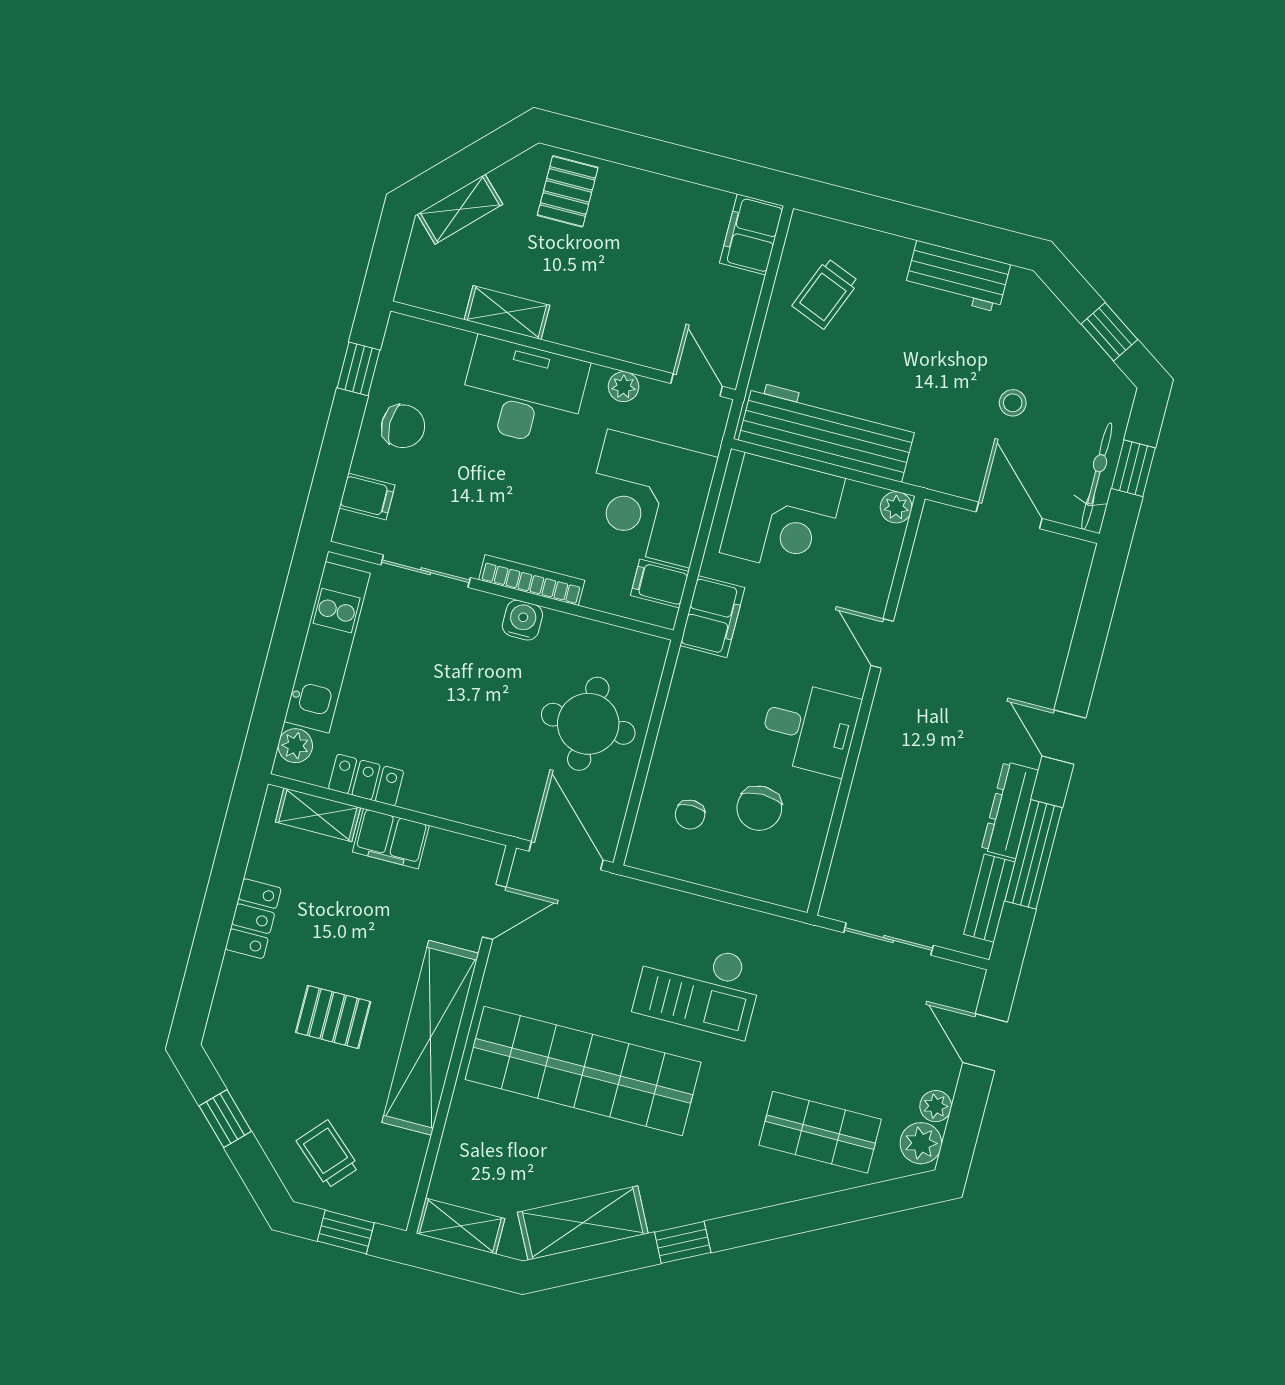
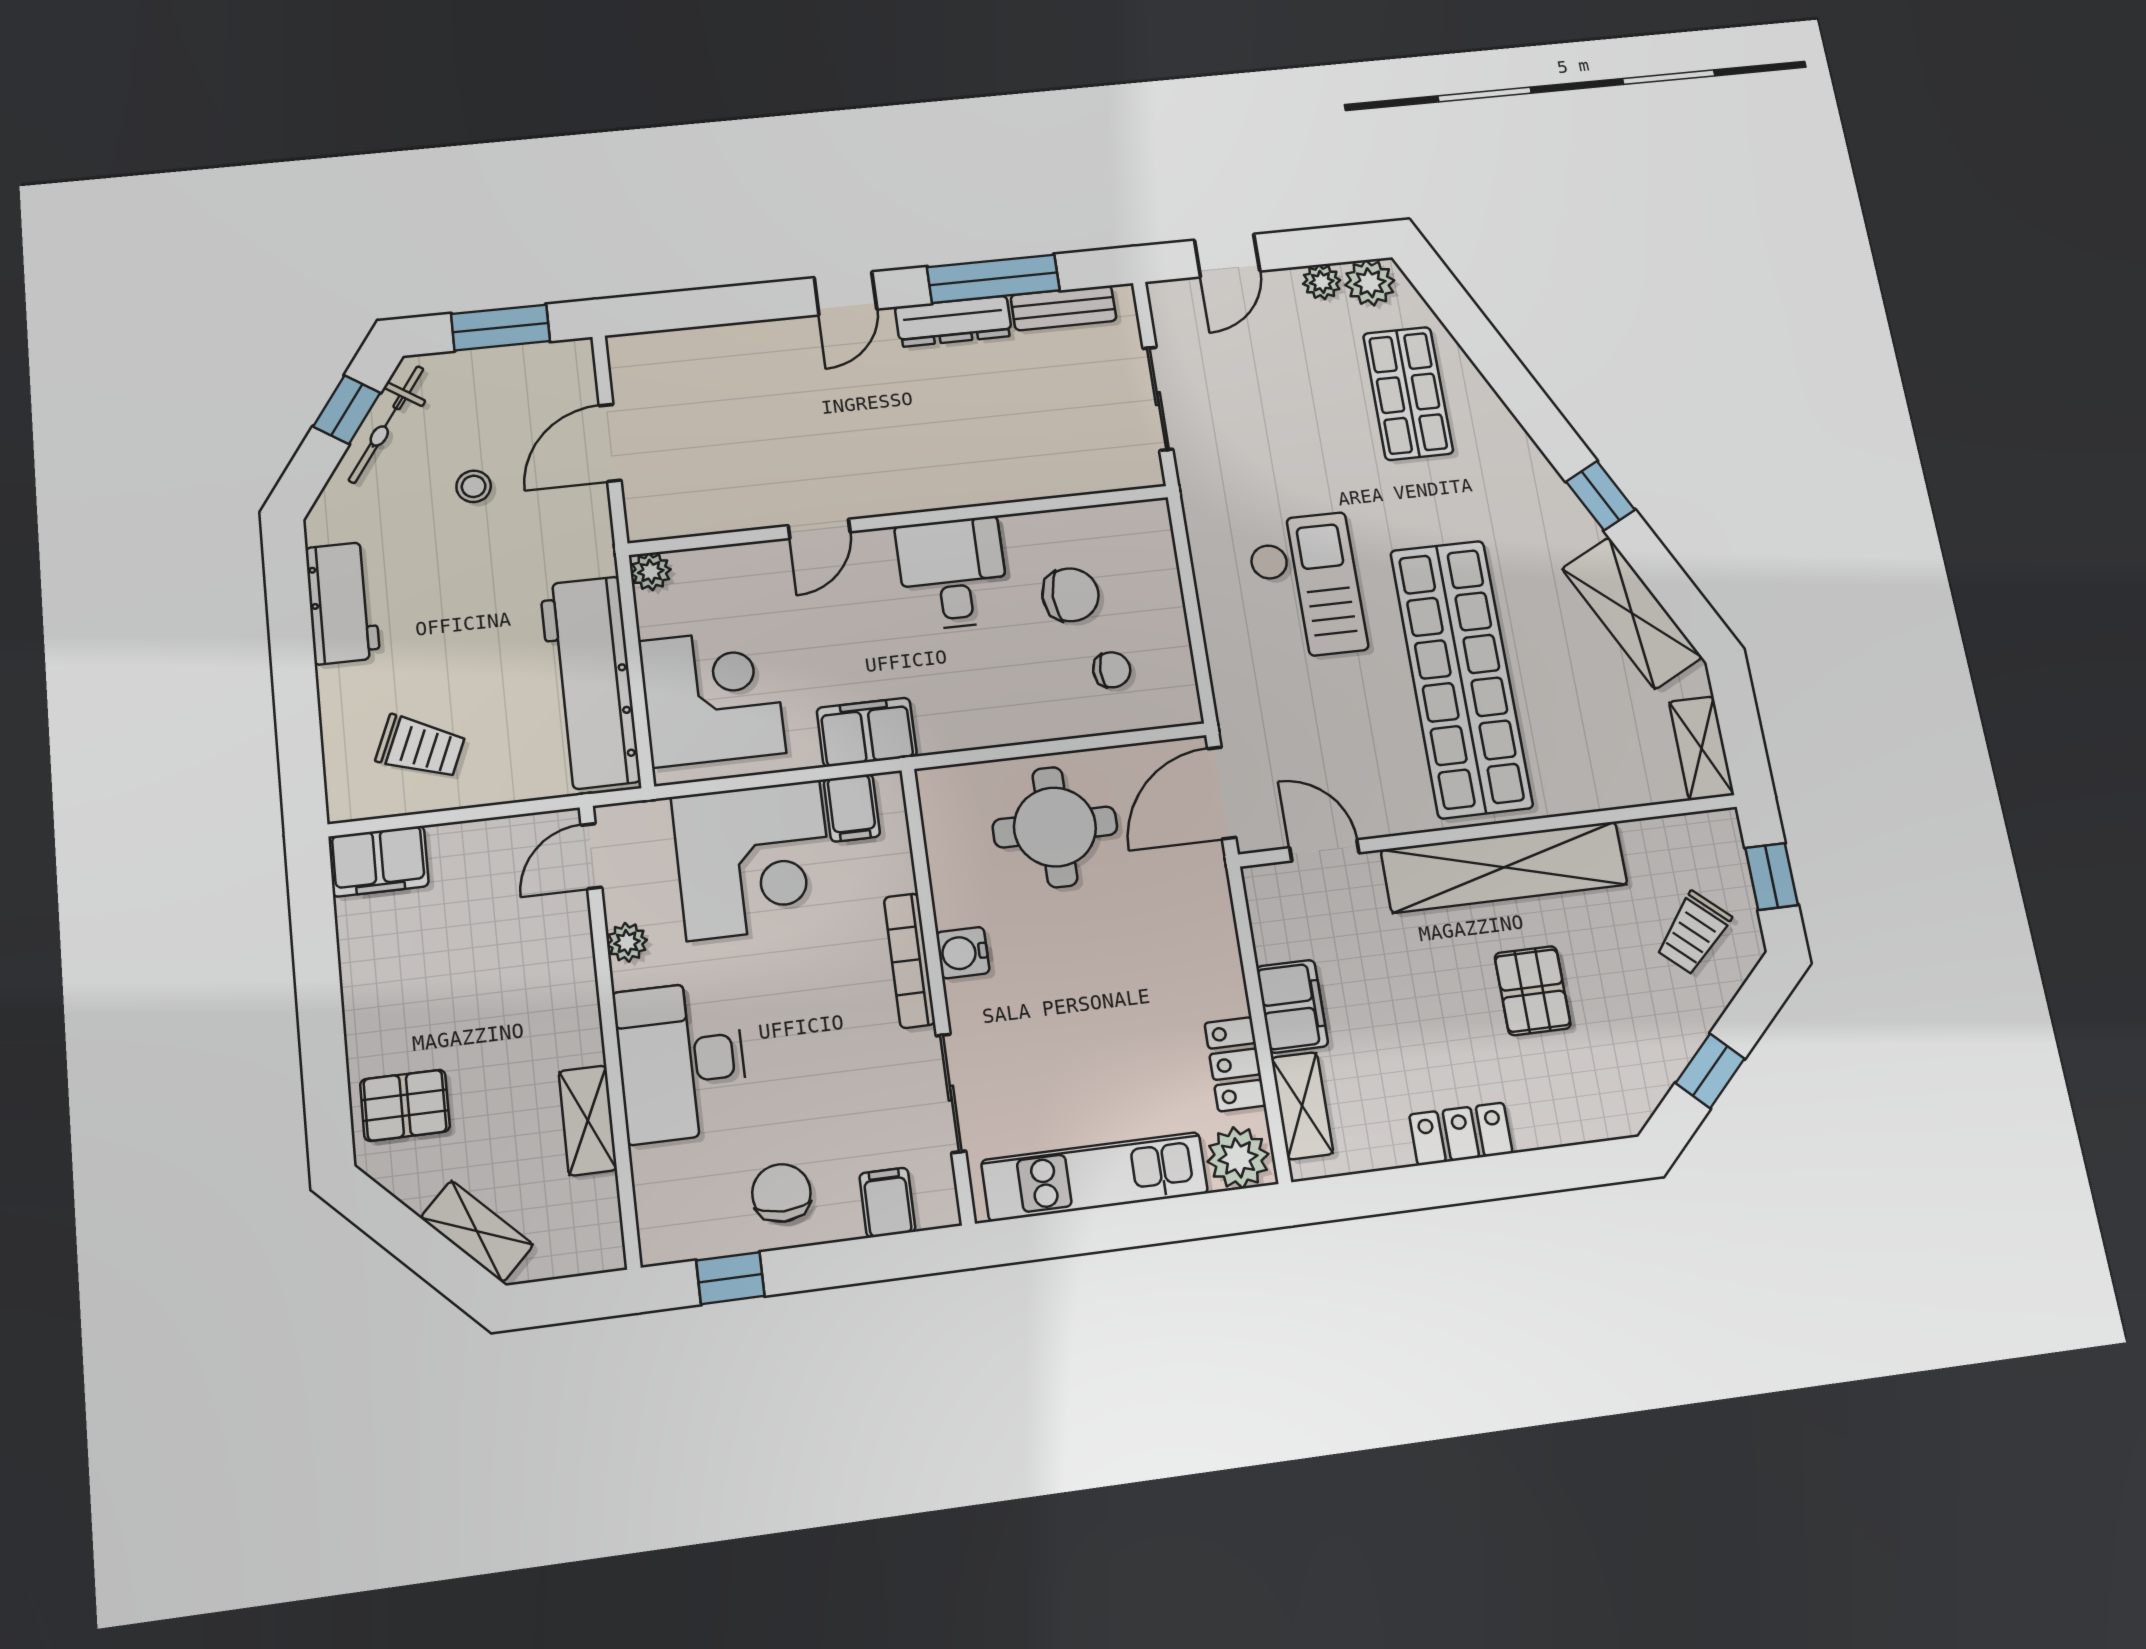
window: (1133, 468) -> (501, 327), width x1.50
bicycle: (1097, 476) -> (386, 424), moved, turned -56
plant: (295, 746) -> (1238, 1158), width x1.38, depth x1.38

